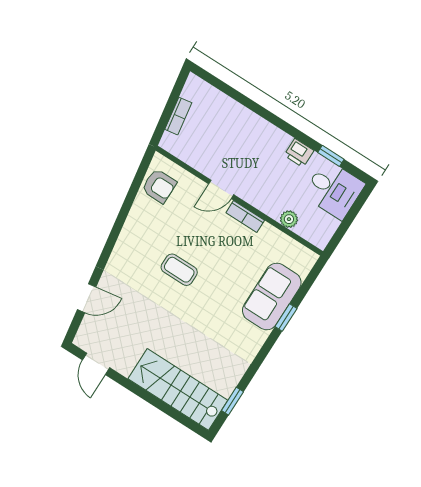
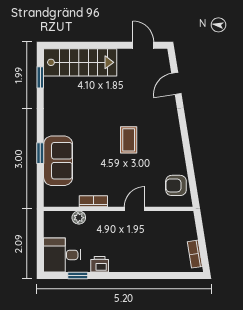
bookcase: (178, 116) -> (195, 254), moved
bookcase: (245, 217) -> (93, 201), moved
coffee table: (179, 270) -> (129, 140), turned 90

